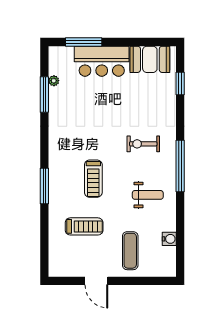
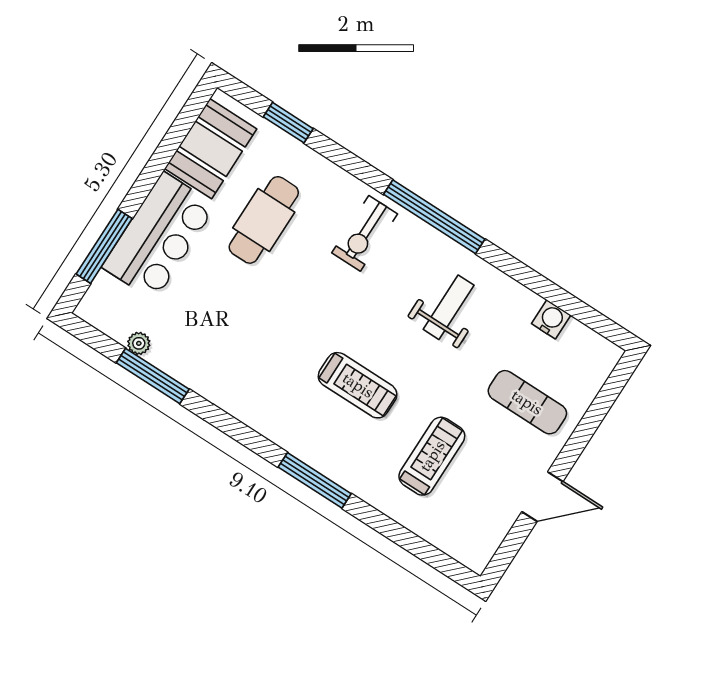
cafe table: (135, 99) -> (264, 220), added
exercise bike: (143, 144) -> (365, 233), moved

